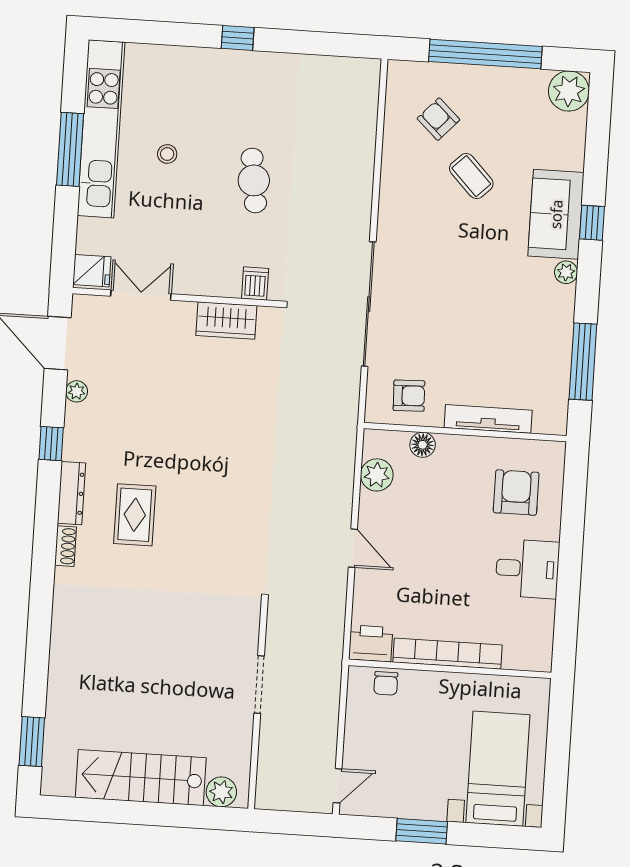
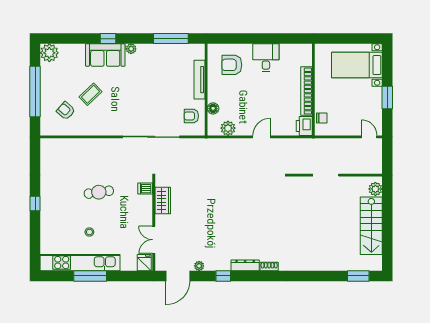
armchair: (438, 119) -> (66, 111), turned 88
armchair: (409, 396) -> (191, 116), turned -88
rug: (135, 515) -> (253, 236), removed

